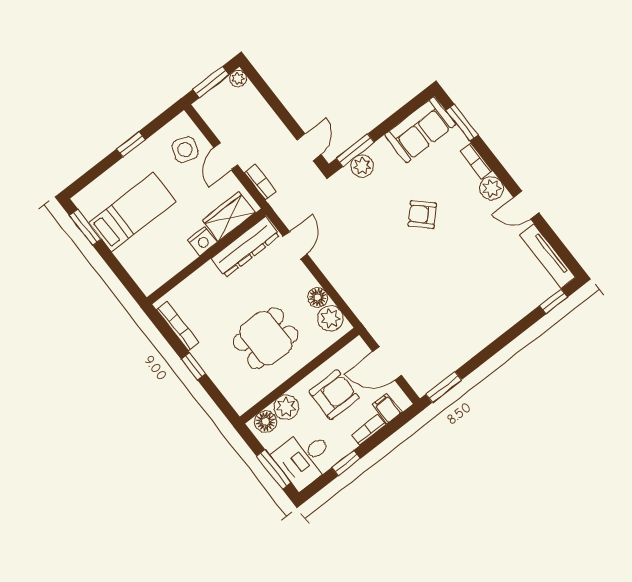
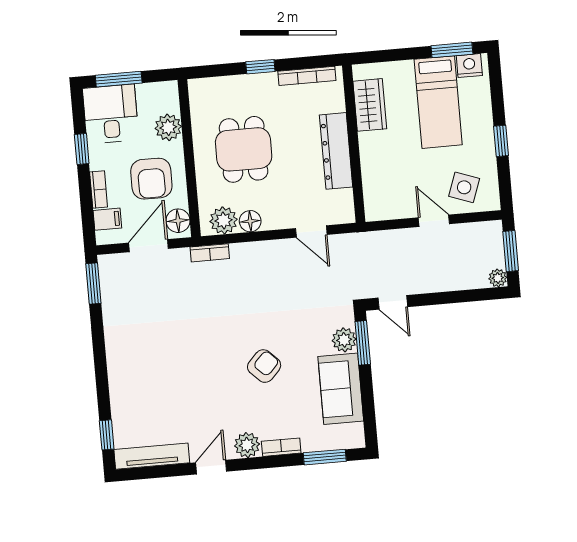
sofa: (420, 130) -> (341, 389), moved
bookcase: (260, 182) -> (210, 253), moved
wardrobe: (229, 216) -> (370, 105), moved
nightstand: (202, 241) -> (469, 66), moved, turned 90
dresser: (245, 247) -> (336, 151), moved
floor lamp: (266, 421) -> (178, 221), moved

